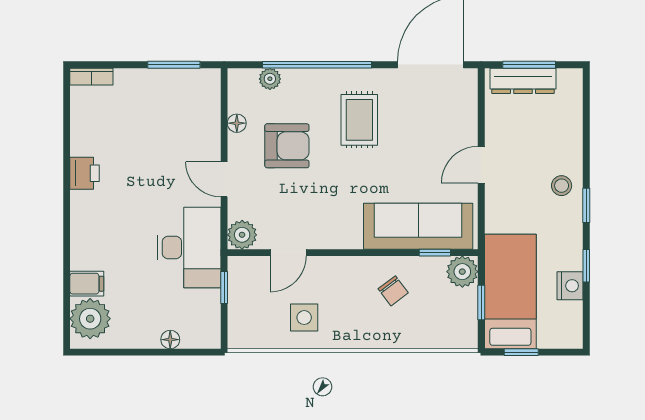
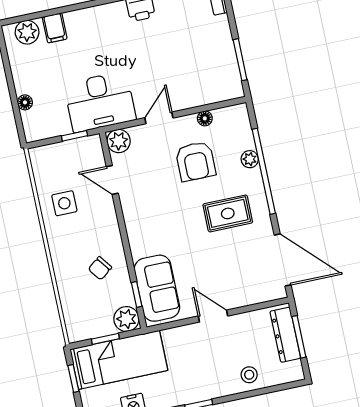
plant: (270, 79) -> (250, 159), moved
stool: (562, 186) -> (249, 375), moved
sofa: (418, 226) -> (157, 288), width x0.73
plant: (90, 319) -> (27, 32), width x0.73, depth x0.73

